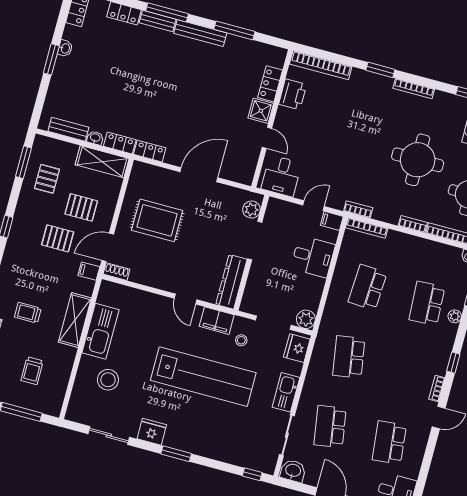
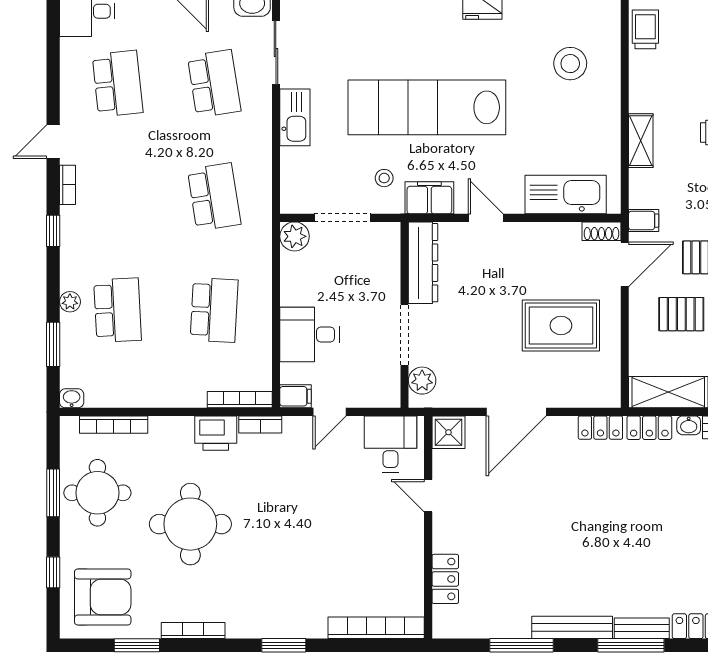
bookcase: (414, 89) -> (193, 631), moved
printer: (293, 94) -> (216, 433), moved, turned -90
shower: (261, 111) -> (448, 432), moved
bookcase: (413, 224) -> (171, 424), removed
shelving: (75, 320) -> (641, 141), width x0.67, depth x0.75
kitchen sink: (100, 331) -> (566, 194), moved, turned 90
fridge: (297, 348) -> (296, 189), removed
trolley: (32, 371) -> (645, 29), moved

